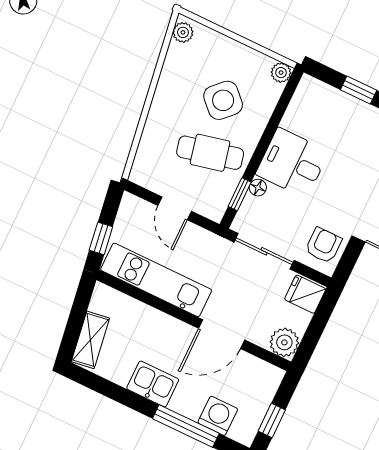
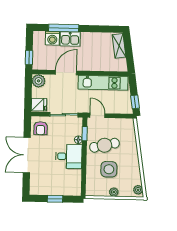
plant: (281, 73) -> (114, 192), moved
side table: (223, 100) -> (109, 169), turned 45
door: (175, 208) -> (97, 115), moved
window: (101, 238) -> (135, 102), moved
kitchen sink: (153, 384) -> (70, 39), moved
window: (272, 420) -> (29, 57), moved

